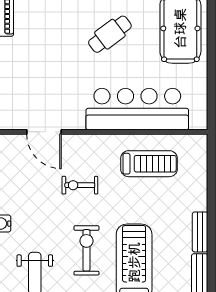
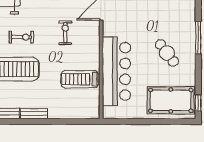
treadmill: (149, 164) -> (80, 79), turned 90
exercise bike: (86, 250) -> (21, 37), width x0.73, depth x0.72

